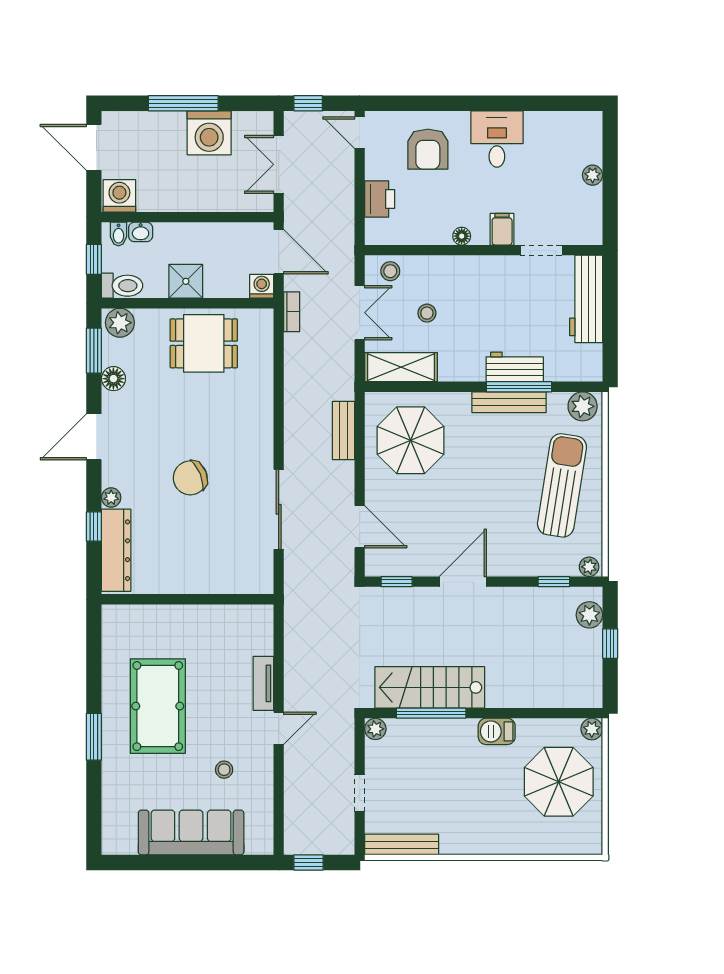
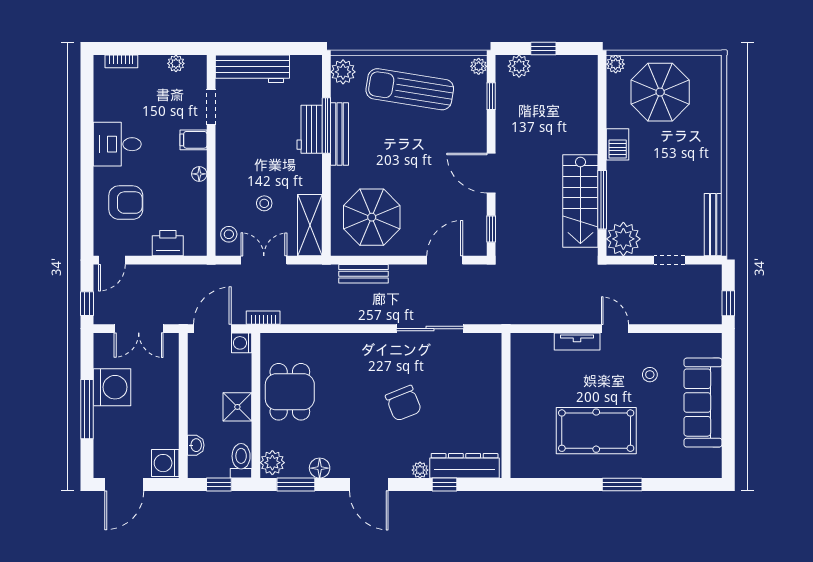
bookcase: (595, 144) -> (121, 61), added
plant: (593, 175) -> (176, 63), moved
bidet: (118, 234) -> (198, 464), removed
plant: (375, 729) -> (623, 239), width x1.87, depth x1.87

